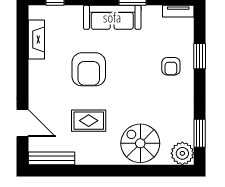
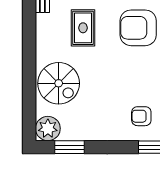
spiral stairs: (140, 143) -> (59, 83), turned 90

